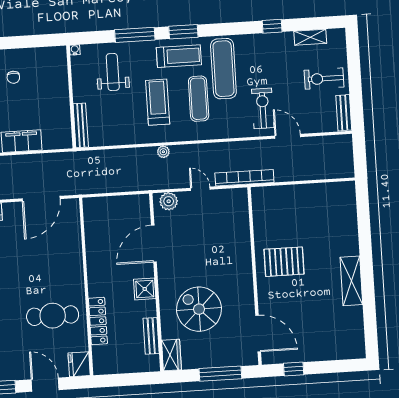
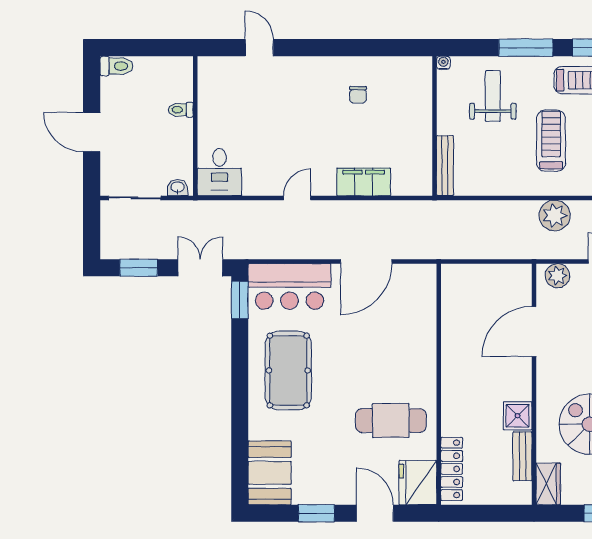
plant: (163, 152) -> (555, 215), width x1.88, depth x1.88
door: (41, 199) -> (366, 261), moved
shower: (145, 289) -> (518, 416), moved
locker: (98, 321) -> (452, 469), moved
fridge: (79, 364) -> (418, 483), width x1.36, depth x1.34

